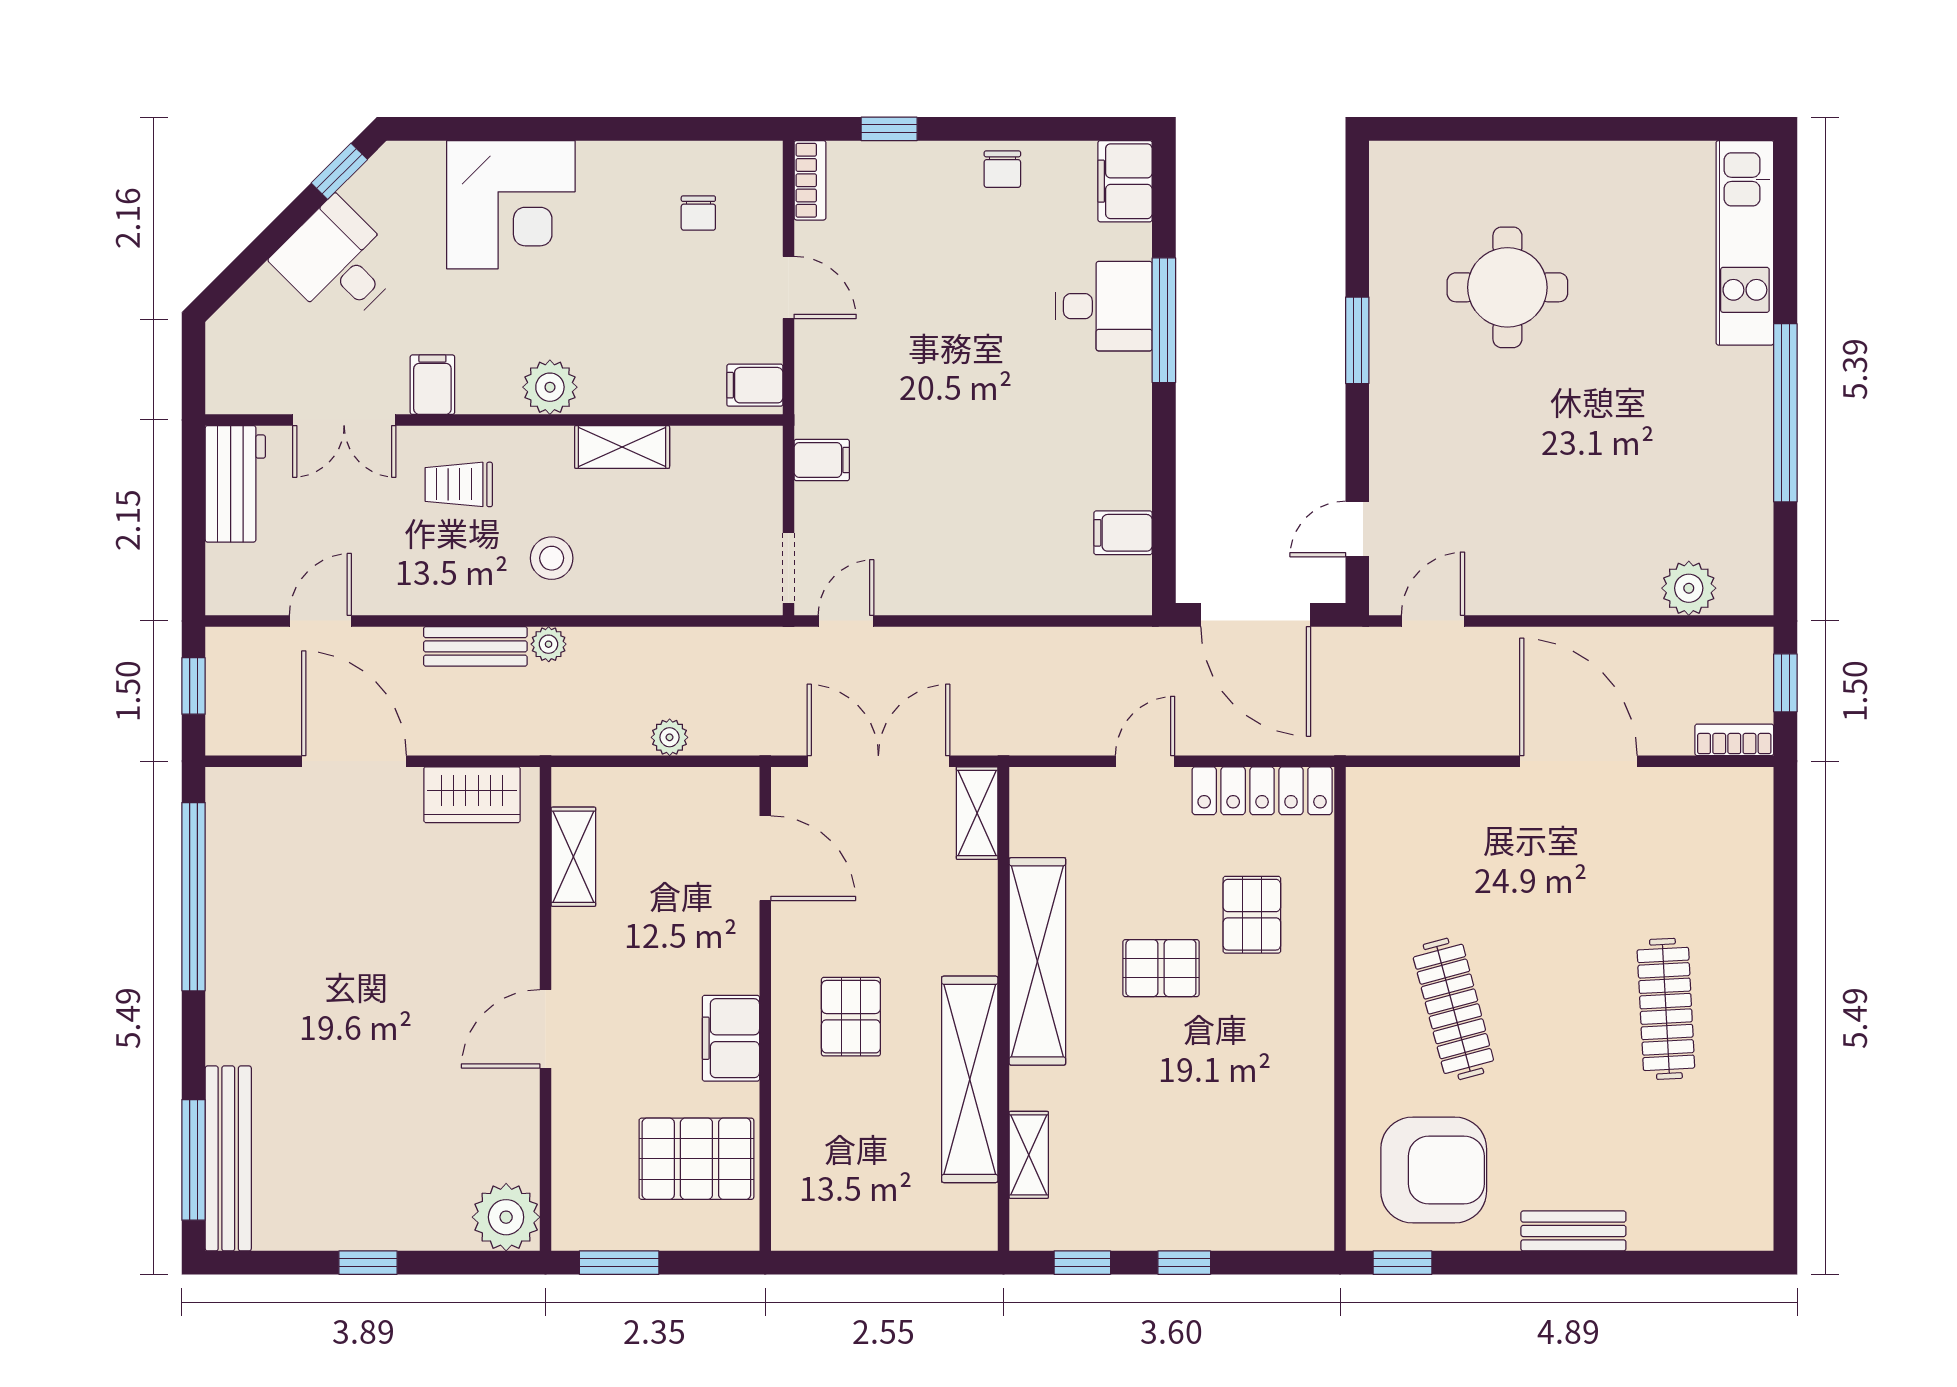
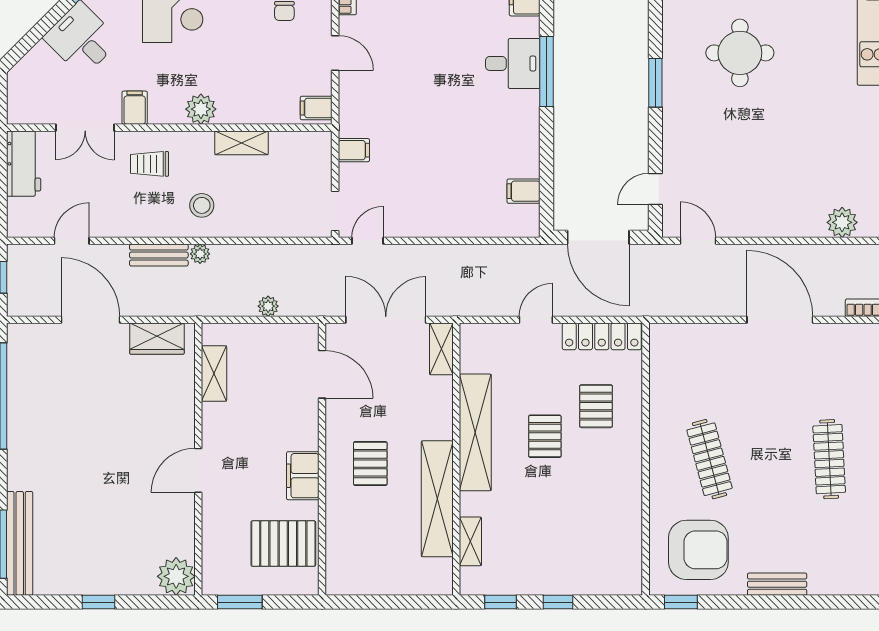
door: (1433, 621) -> (698, 241), hinge flipped
pallet: (1161, 968) -> (545, 436), turned 90

